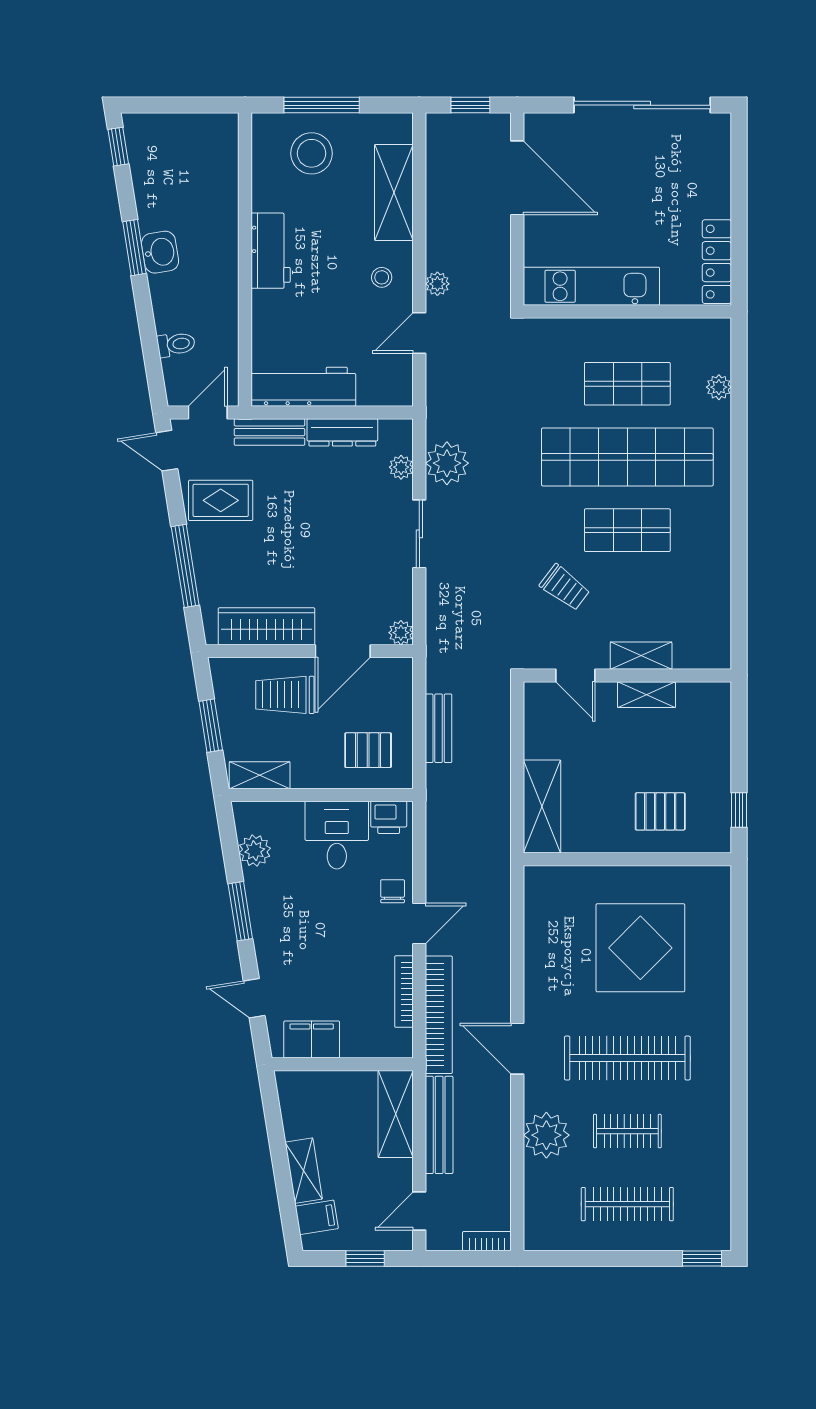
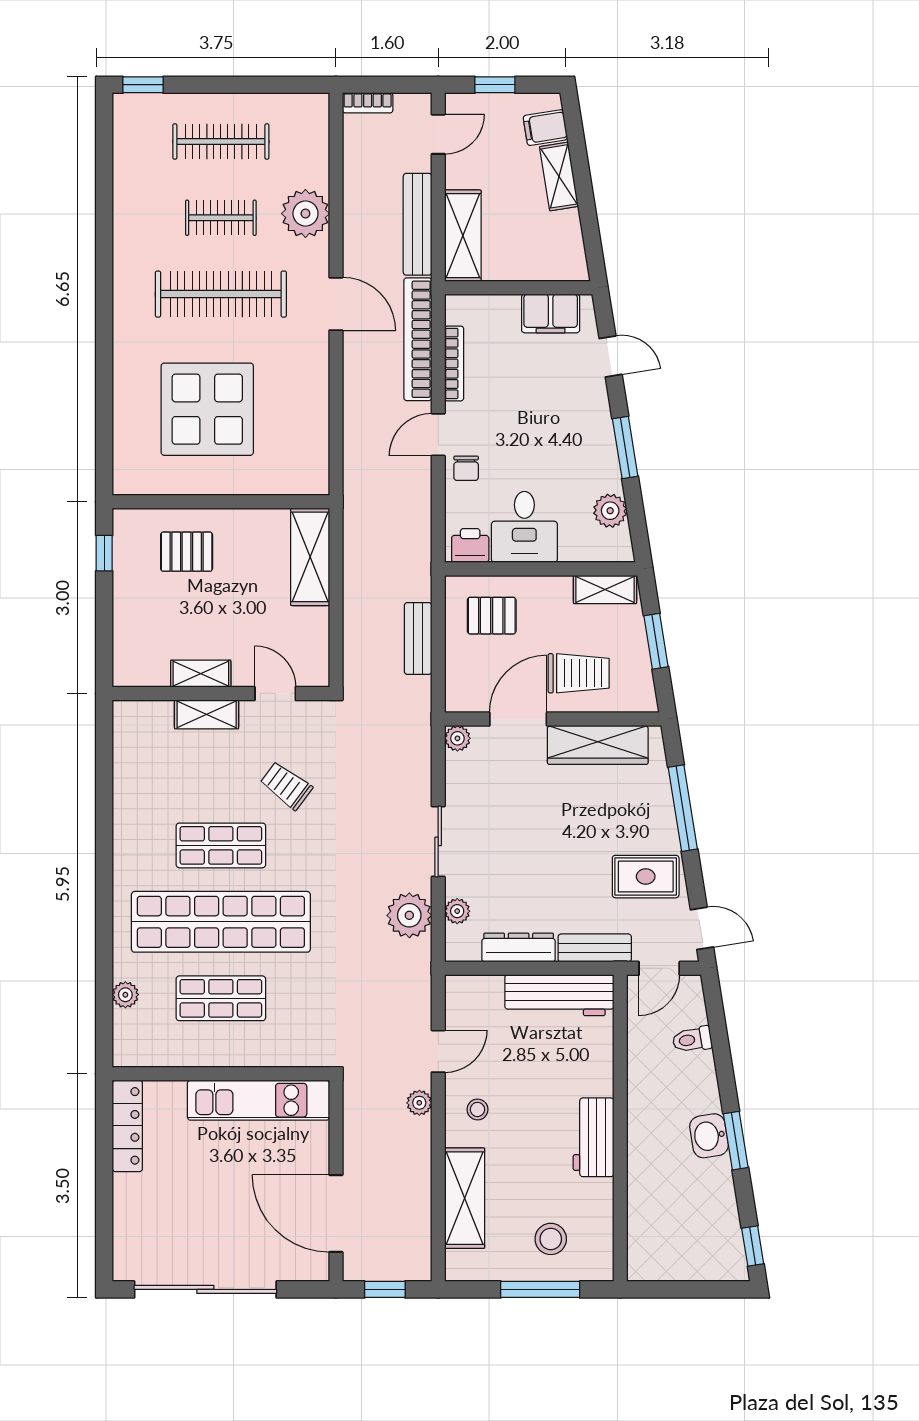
stool: (312, 153) -> (551, 1239), width x0.73, depth x0.73

